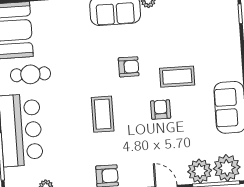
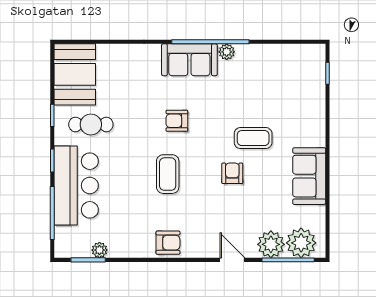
armchair: (129, 67) -> (177, 121), moved, turned 180

